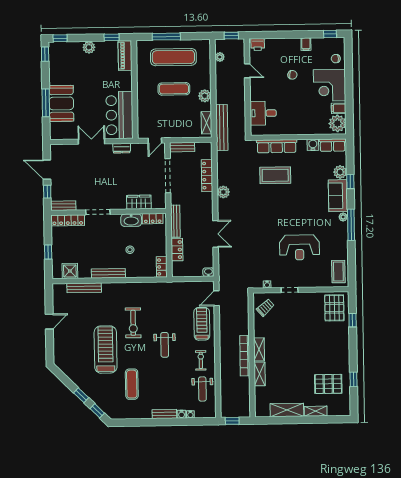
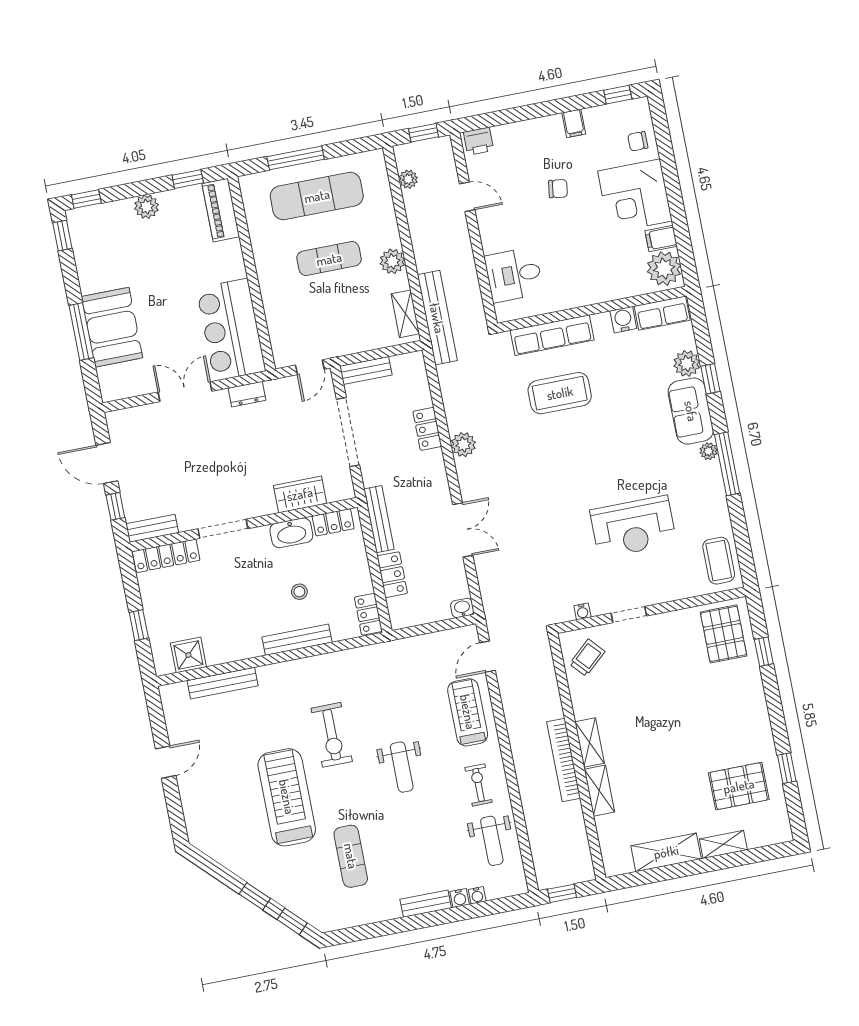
locker: (207, 176) -> (427, 429), width x0.66
bench: (108, 273) -> (297, 640), moved

